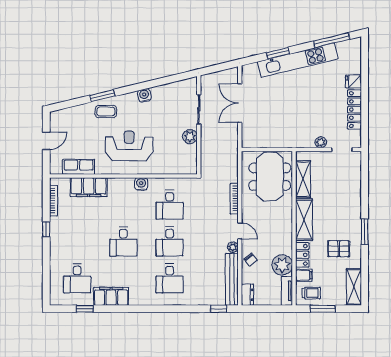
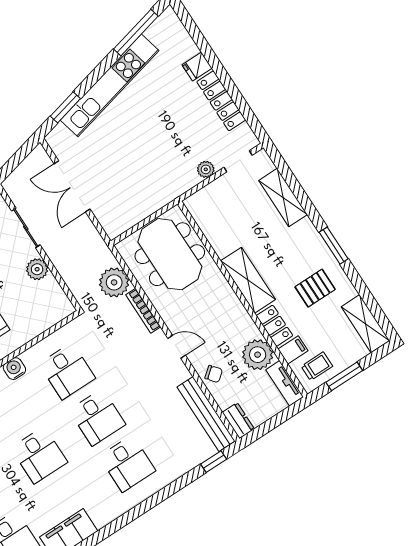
window: (278, 53) -> (65, 107), moved
shelving: (303, 179) -> (283, 198), moved
plant: (233, 247) -> (114, 282), moved, width x1.88, depth x1.88

